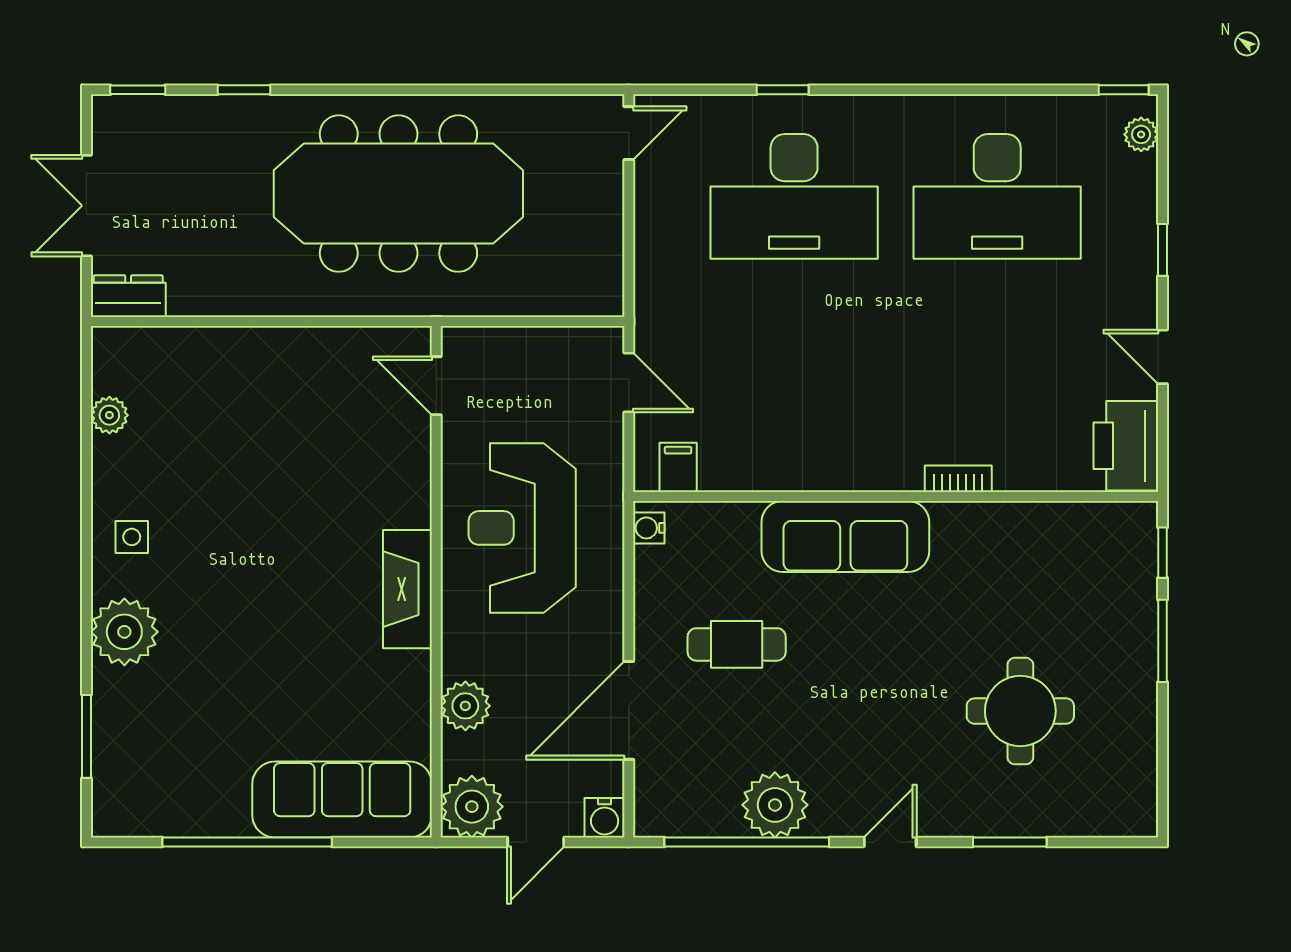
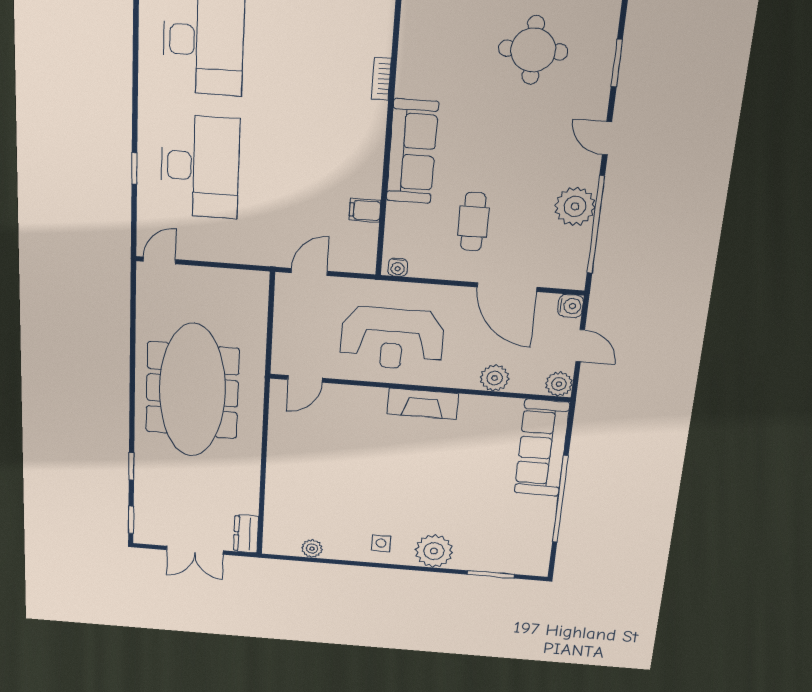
door: (629, 133) -> (159, 260), hinge flipped
filing cabinet: (678, 467) -> (365, 210), moved
plant: (472, 807) -> (559, 384), width x0.73, depth x0.73

